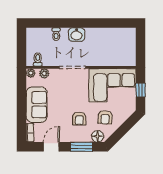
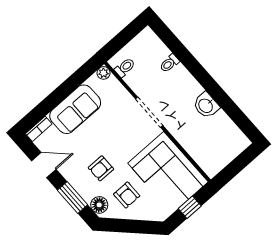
washbasin: (77, 35) -> (206, 105), moved
plant: (44, 73) -> (116, 88), removed
armchair: (105, 117) -> (127, 195), turned -94

